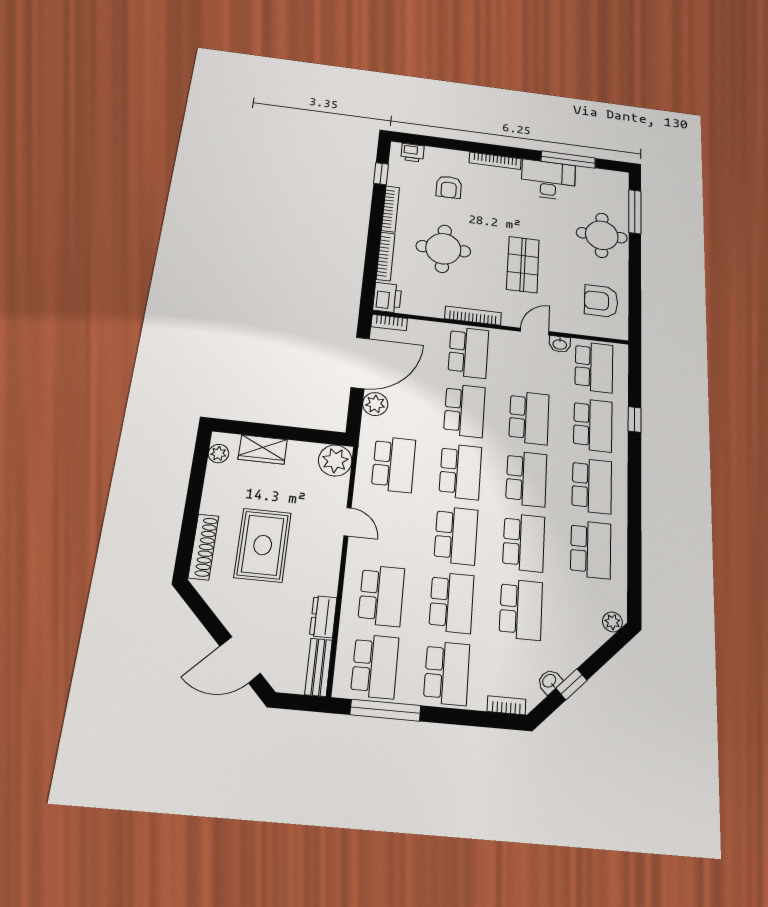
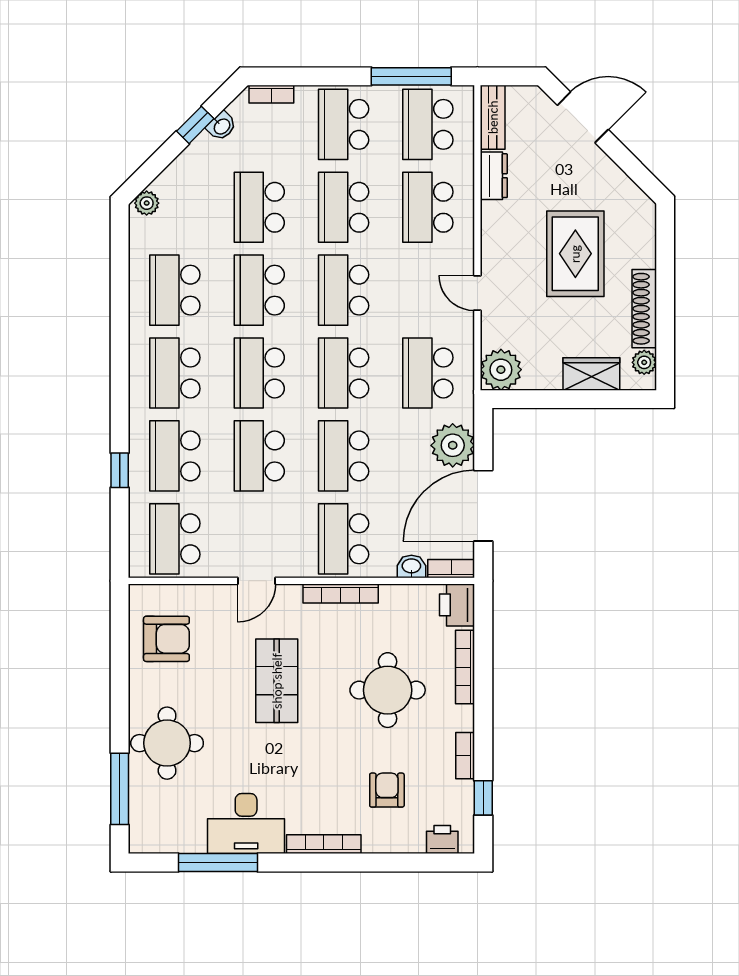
bookcase: (390, 209) -> (465, 756), width x0.64
washbasin: (560, 344) -> (411, 567), moved
plant: (375, 404) -> (453, 445), width x1.36, depth x1.36
shoe rack: (204, 547) -> (644, 309), moved

